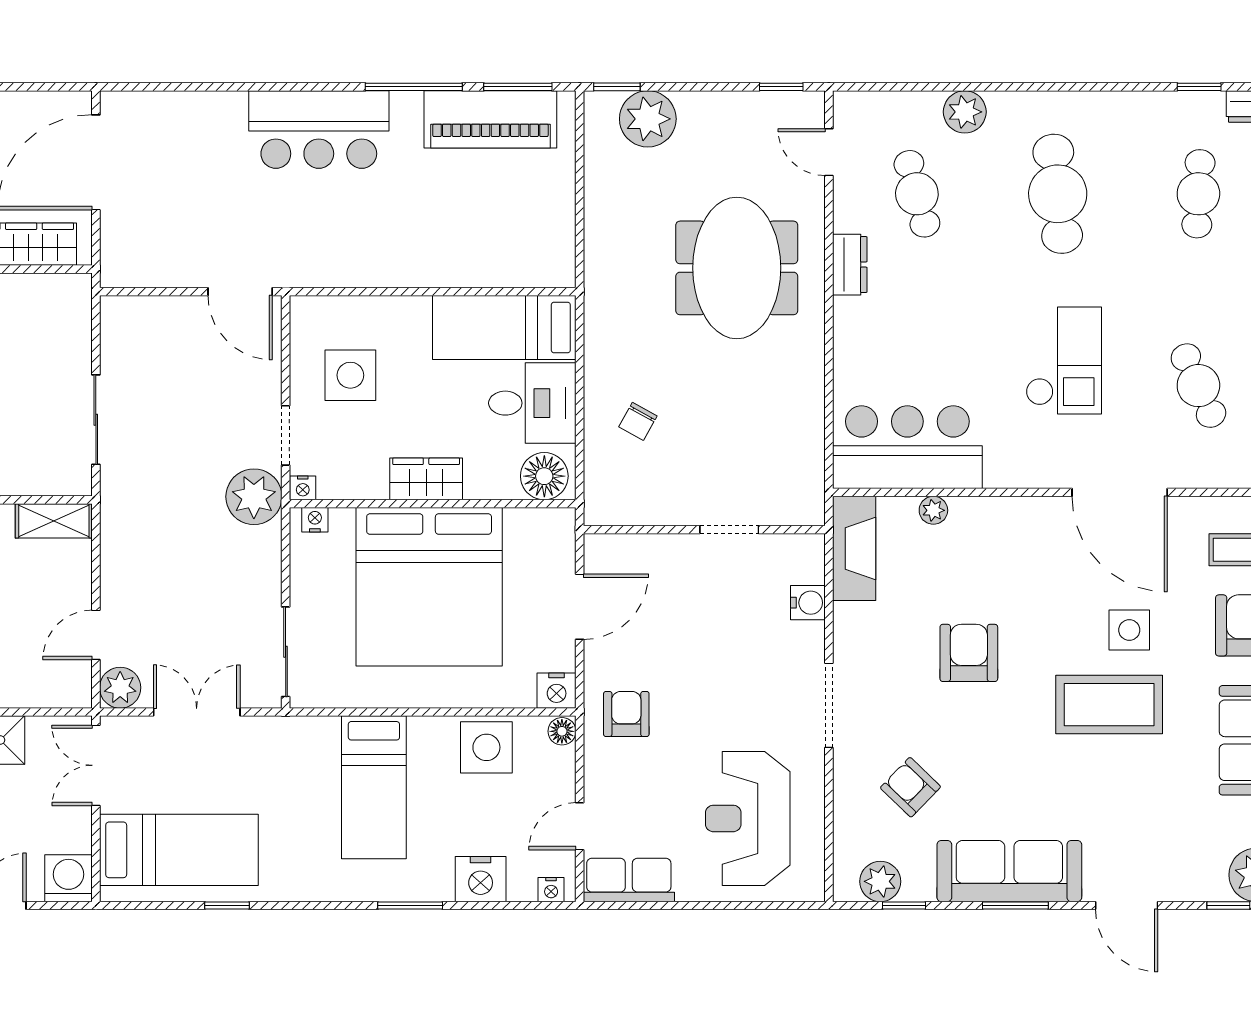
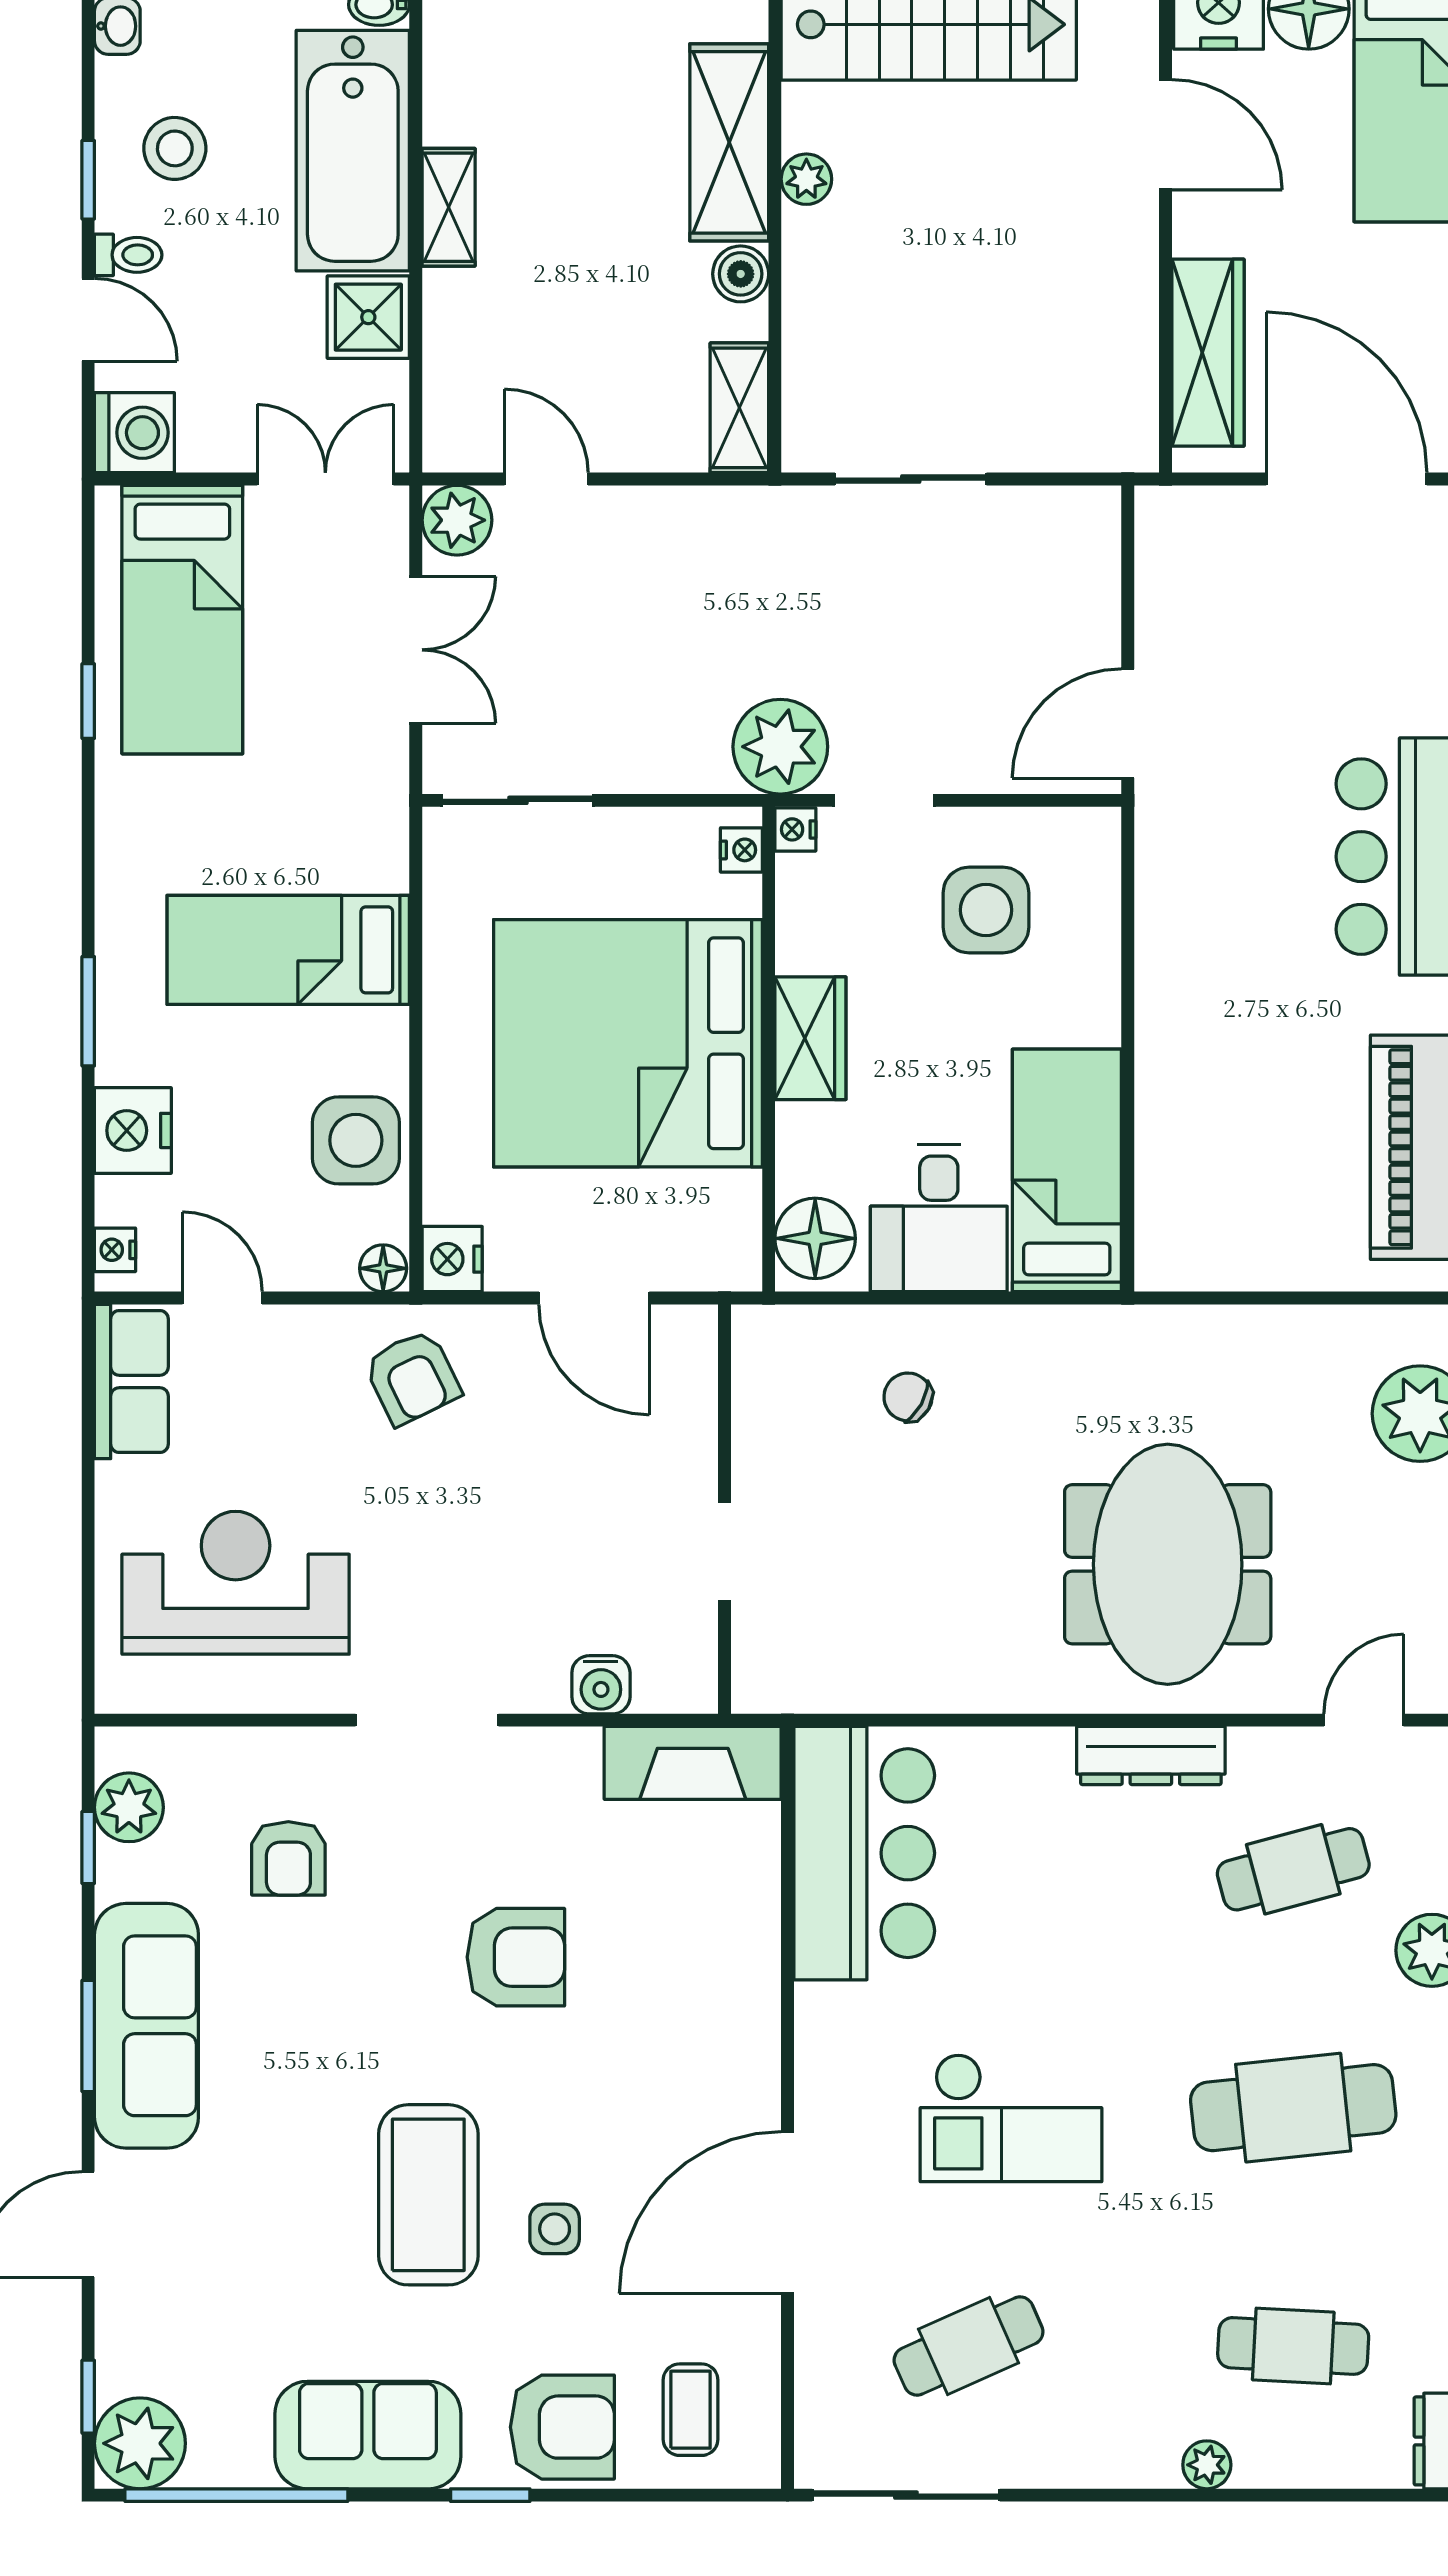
dresser: (850, 265) -> (1151, 1755), width x1.44
meeting table: (737, 268) -> (1168, 1564), turned 90
plant: (933, 510) -> (757, 1897), removed
side table: (1129, 630) -> (555, 2229), width x0.73, depth x0.73
armchair: (626, 714) -> (412, 1377), turned 64
armchair: (910, 787) -> (288, 1858), turned 136

